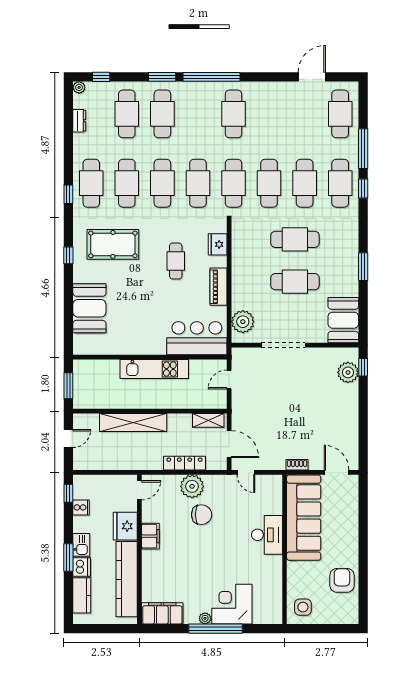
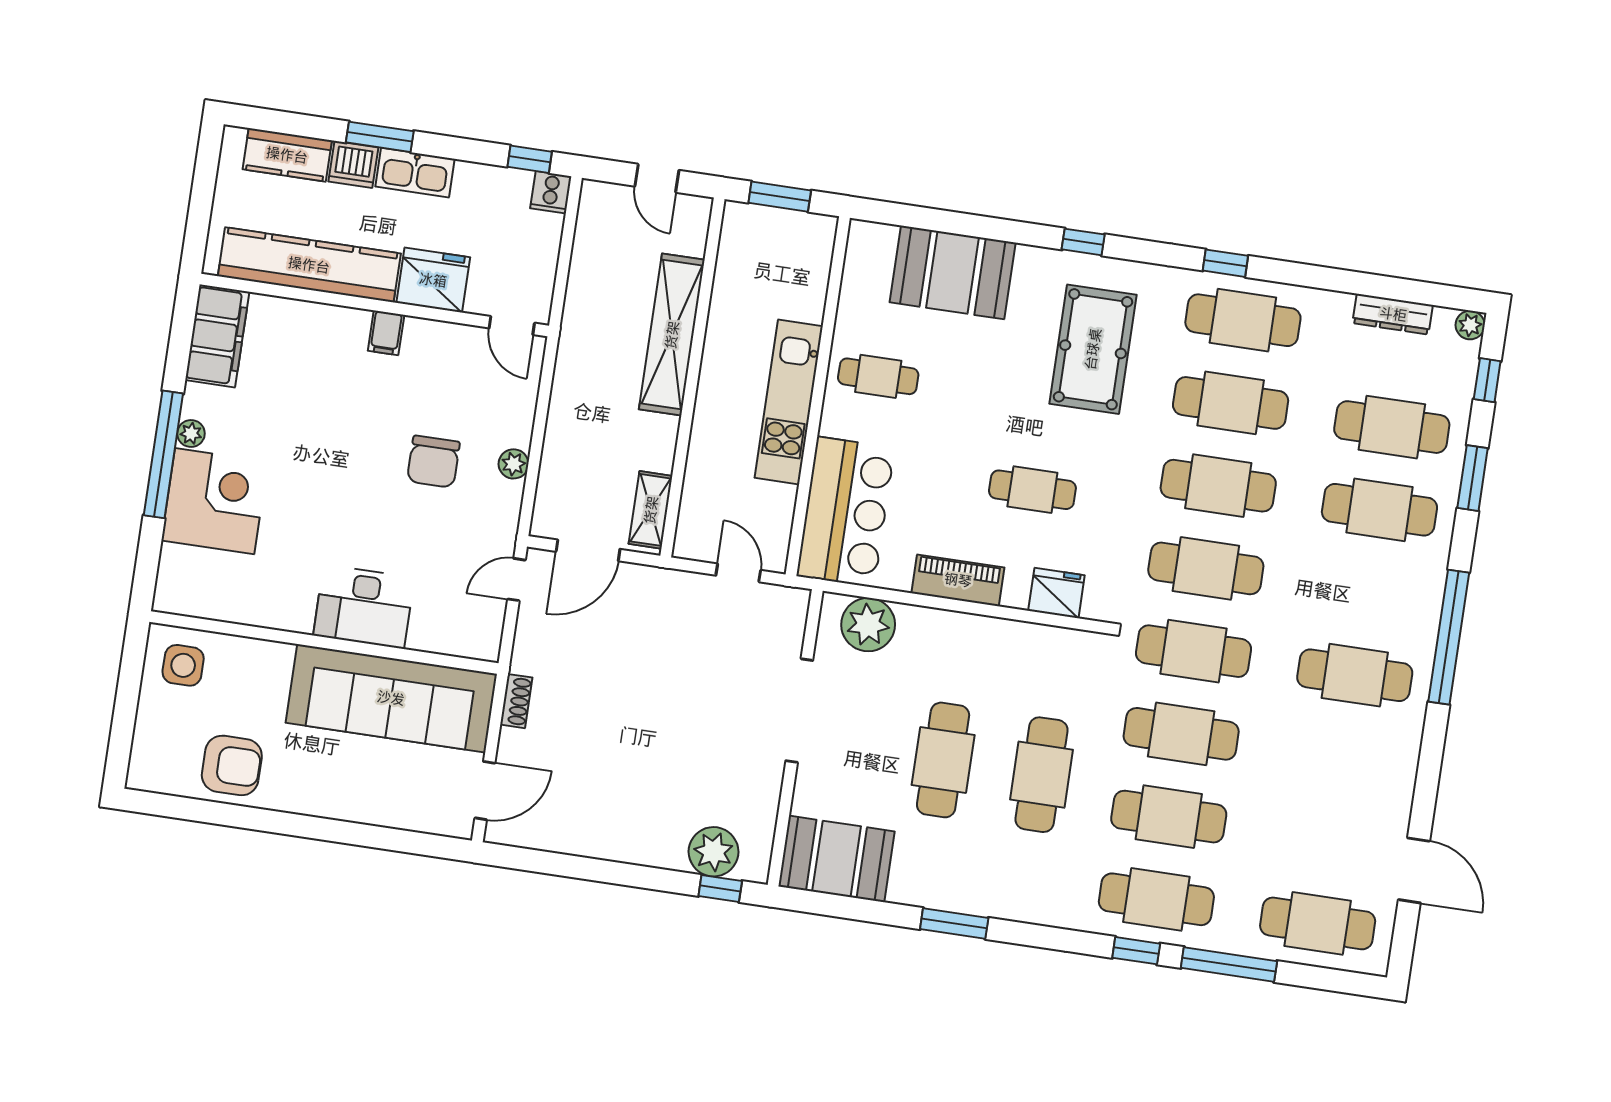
window: (162, 77) -> (1473, 478), moved
dresser: (79, 121) -> (1393, 314), width x1.44
cafe table: (138, 333) -> (878, 376), added
locker: (184, 463) -> (559, 440), removed
plant: (192, 486) -> (513, 464), width x0.53, depth x0.53
cooker: (81, 507) -> (551, 192), moved
filing cabinet: (150, 536) -> (386, 333), width x0.50
kitchen sink: (81, 545) -> (415, 173), width x1.38

